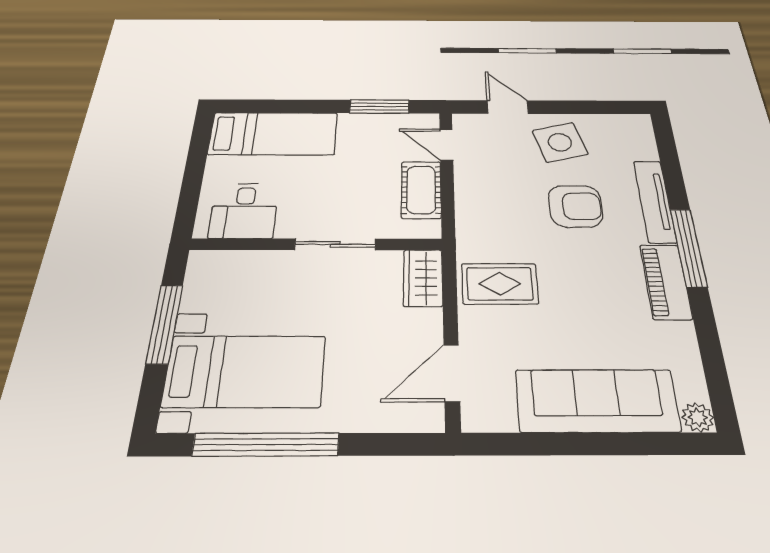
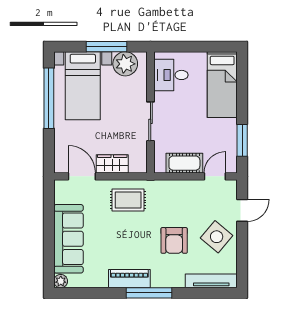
side table: (560, 142) -> (217, 237), turned -35
tv unit: (655, 201) -> (211, 281), moved
wardrobe: (423, 278) -> (112, 164), moved
rug: (500, 284) -> (128, 200), turned 90
plant: (209, 289) -> (125, 64), added

